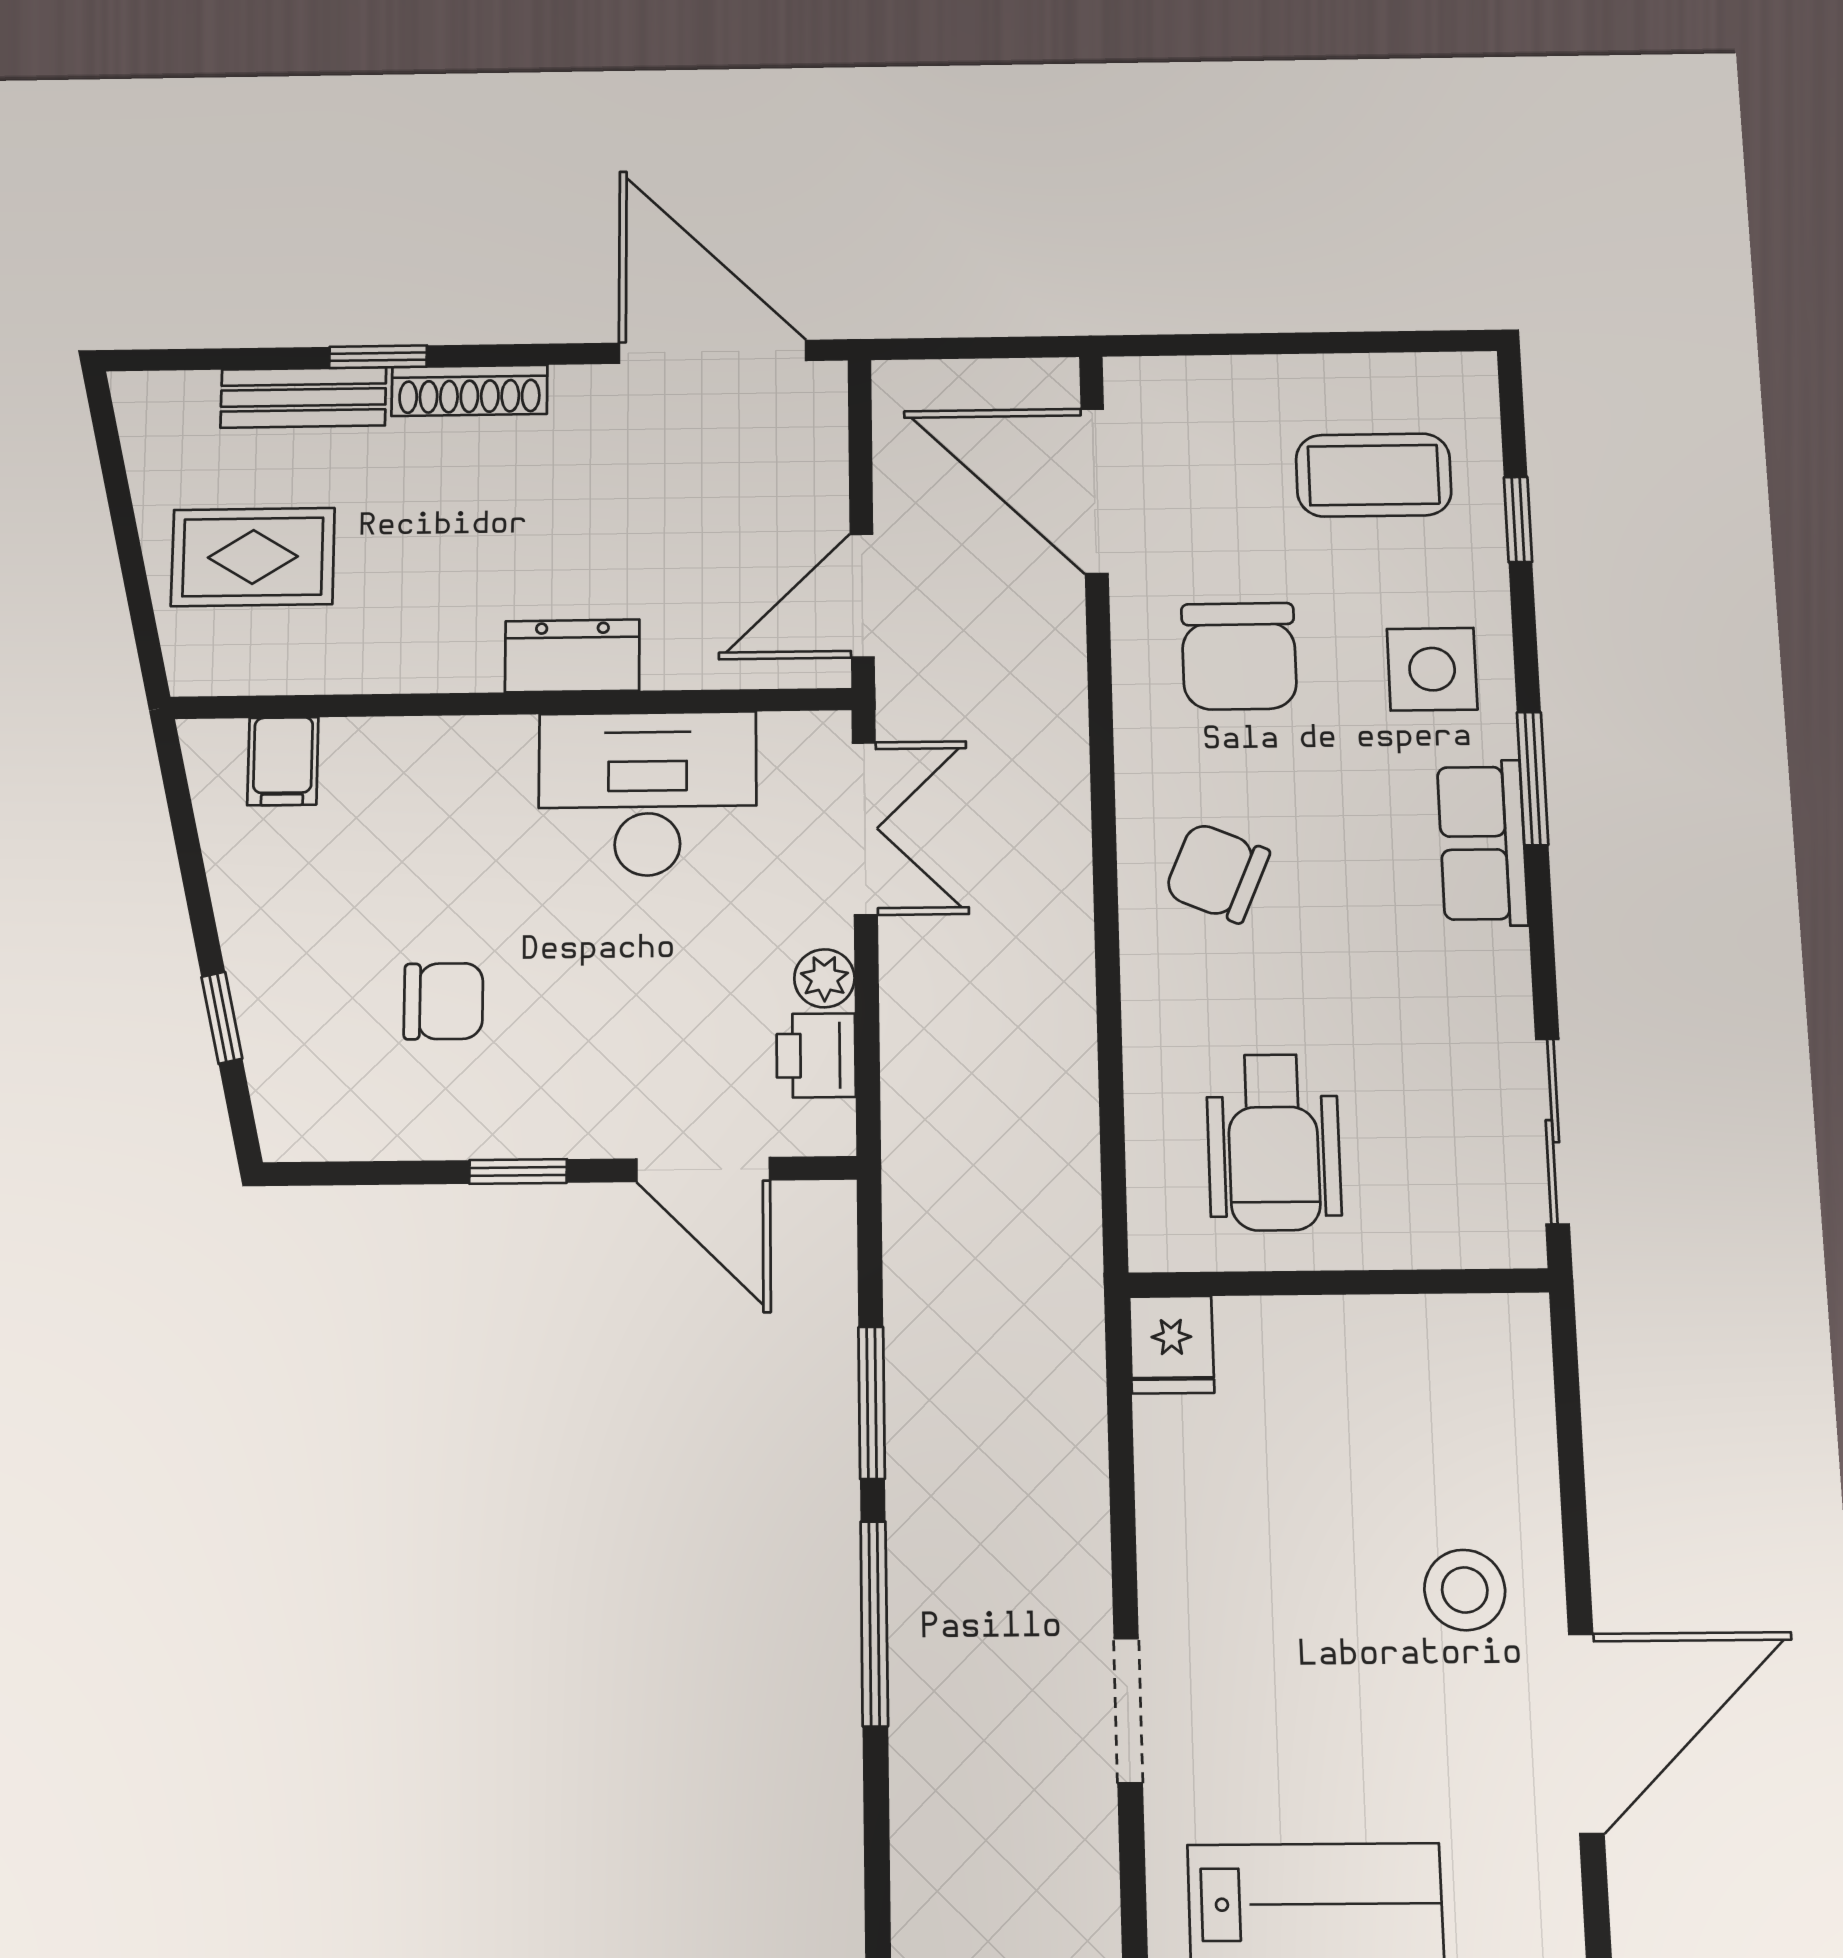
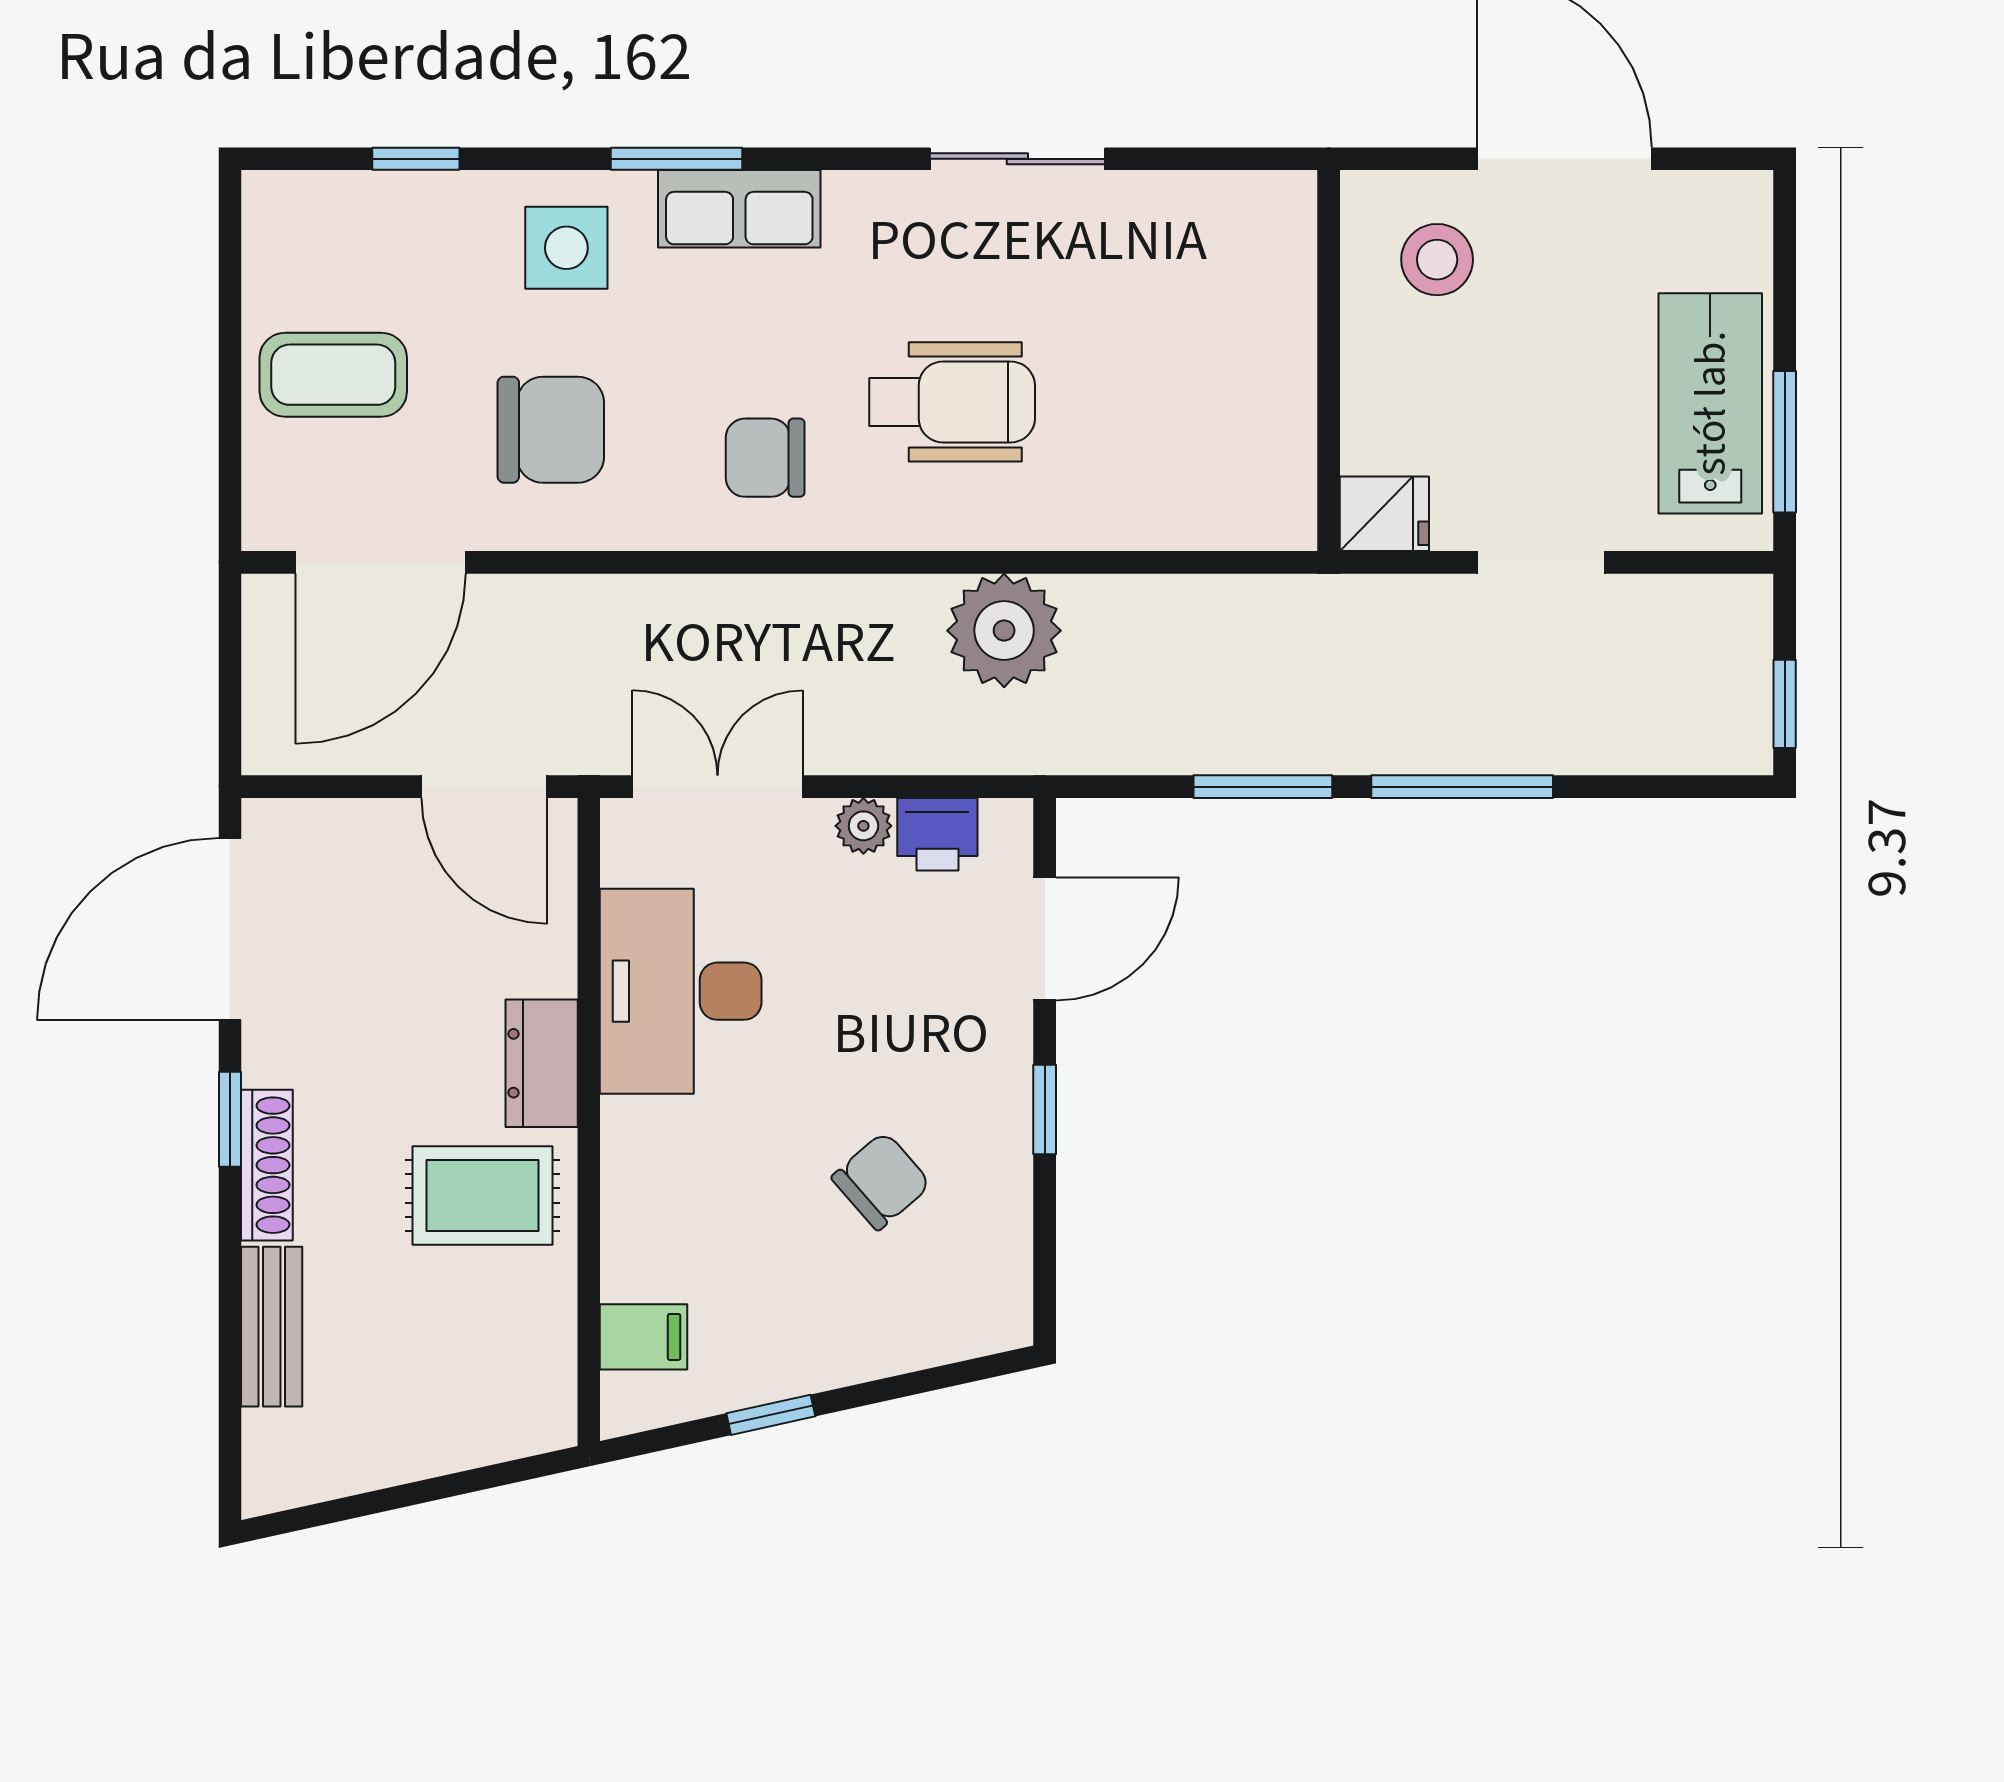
window: (378, 357) -> (230, 1119), moved
coffee table: (1374, 475) -> (333, 375), moved, turned 90
rug: (253, 557) -> (482, 1195), moved, turned 90
chair: (1217, 873) -> (765, 458), turned 67
chair: (443, 1001) -> (881, 1181), turned 49
window: (222, 1018) -> (771, 1415), moved
plant: (1038, 1123) -> (1004, 631), added
wheelchair: (1273, 1142) -> (952, 402), moved
wall: (1338, 1283) -> (1329, 361), moved
fridge: (1172, 1345) -> (1384, 514), moved

